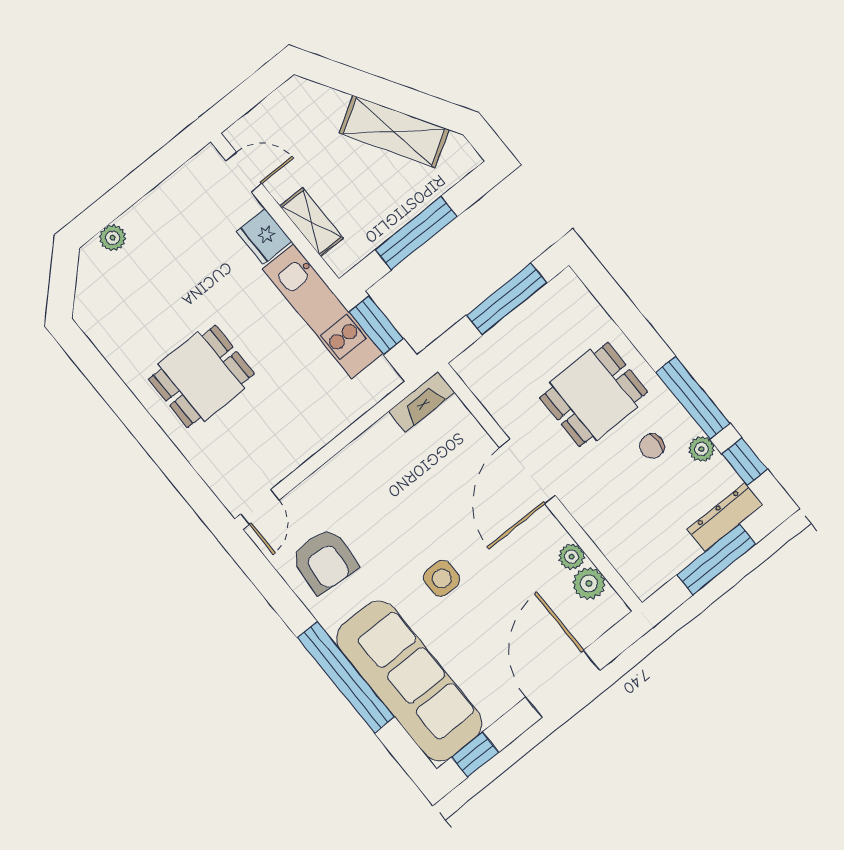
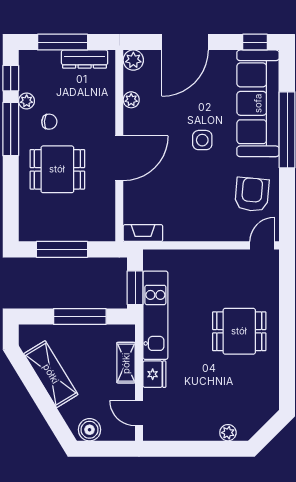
boiler: (289, 101) -> (90, 430), added
dresser: (725, 517) -> (85, 59), moved
plant: (589, 583) -> (133, 60), moved

